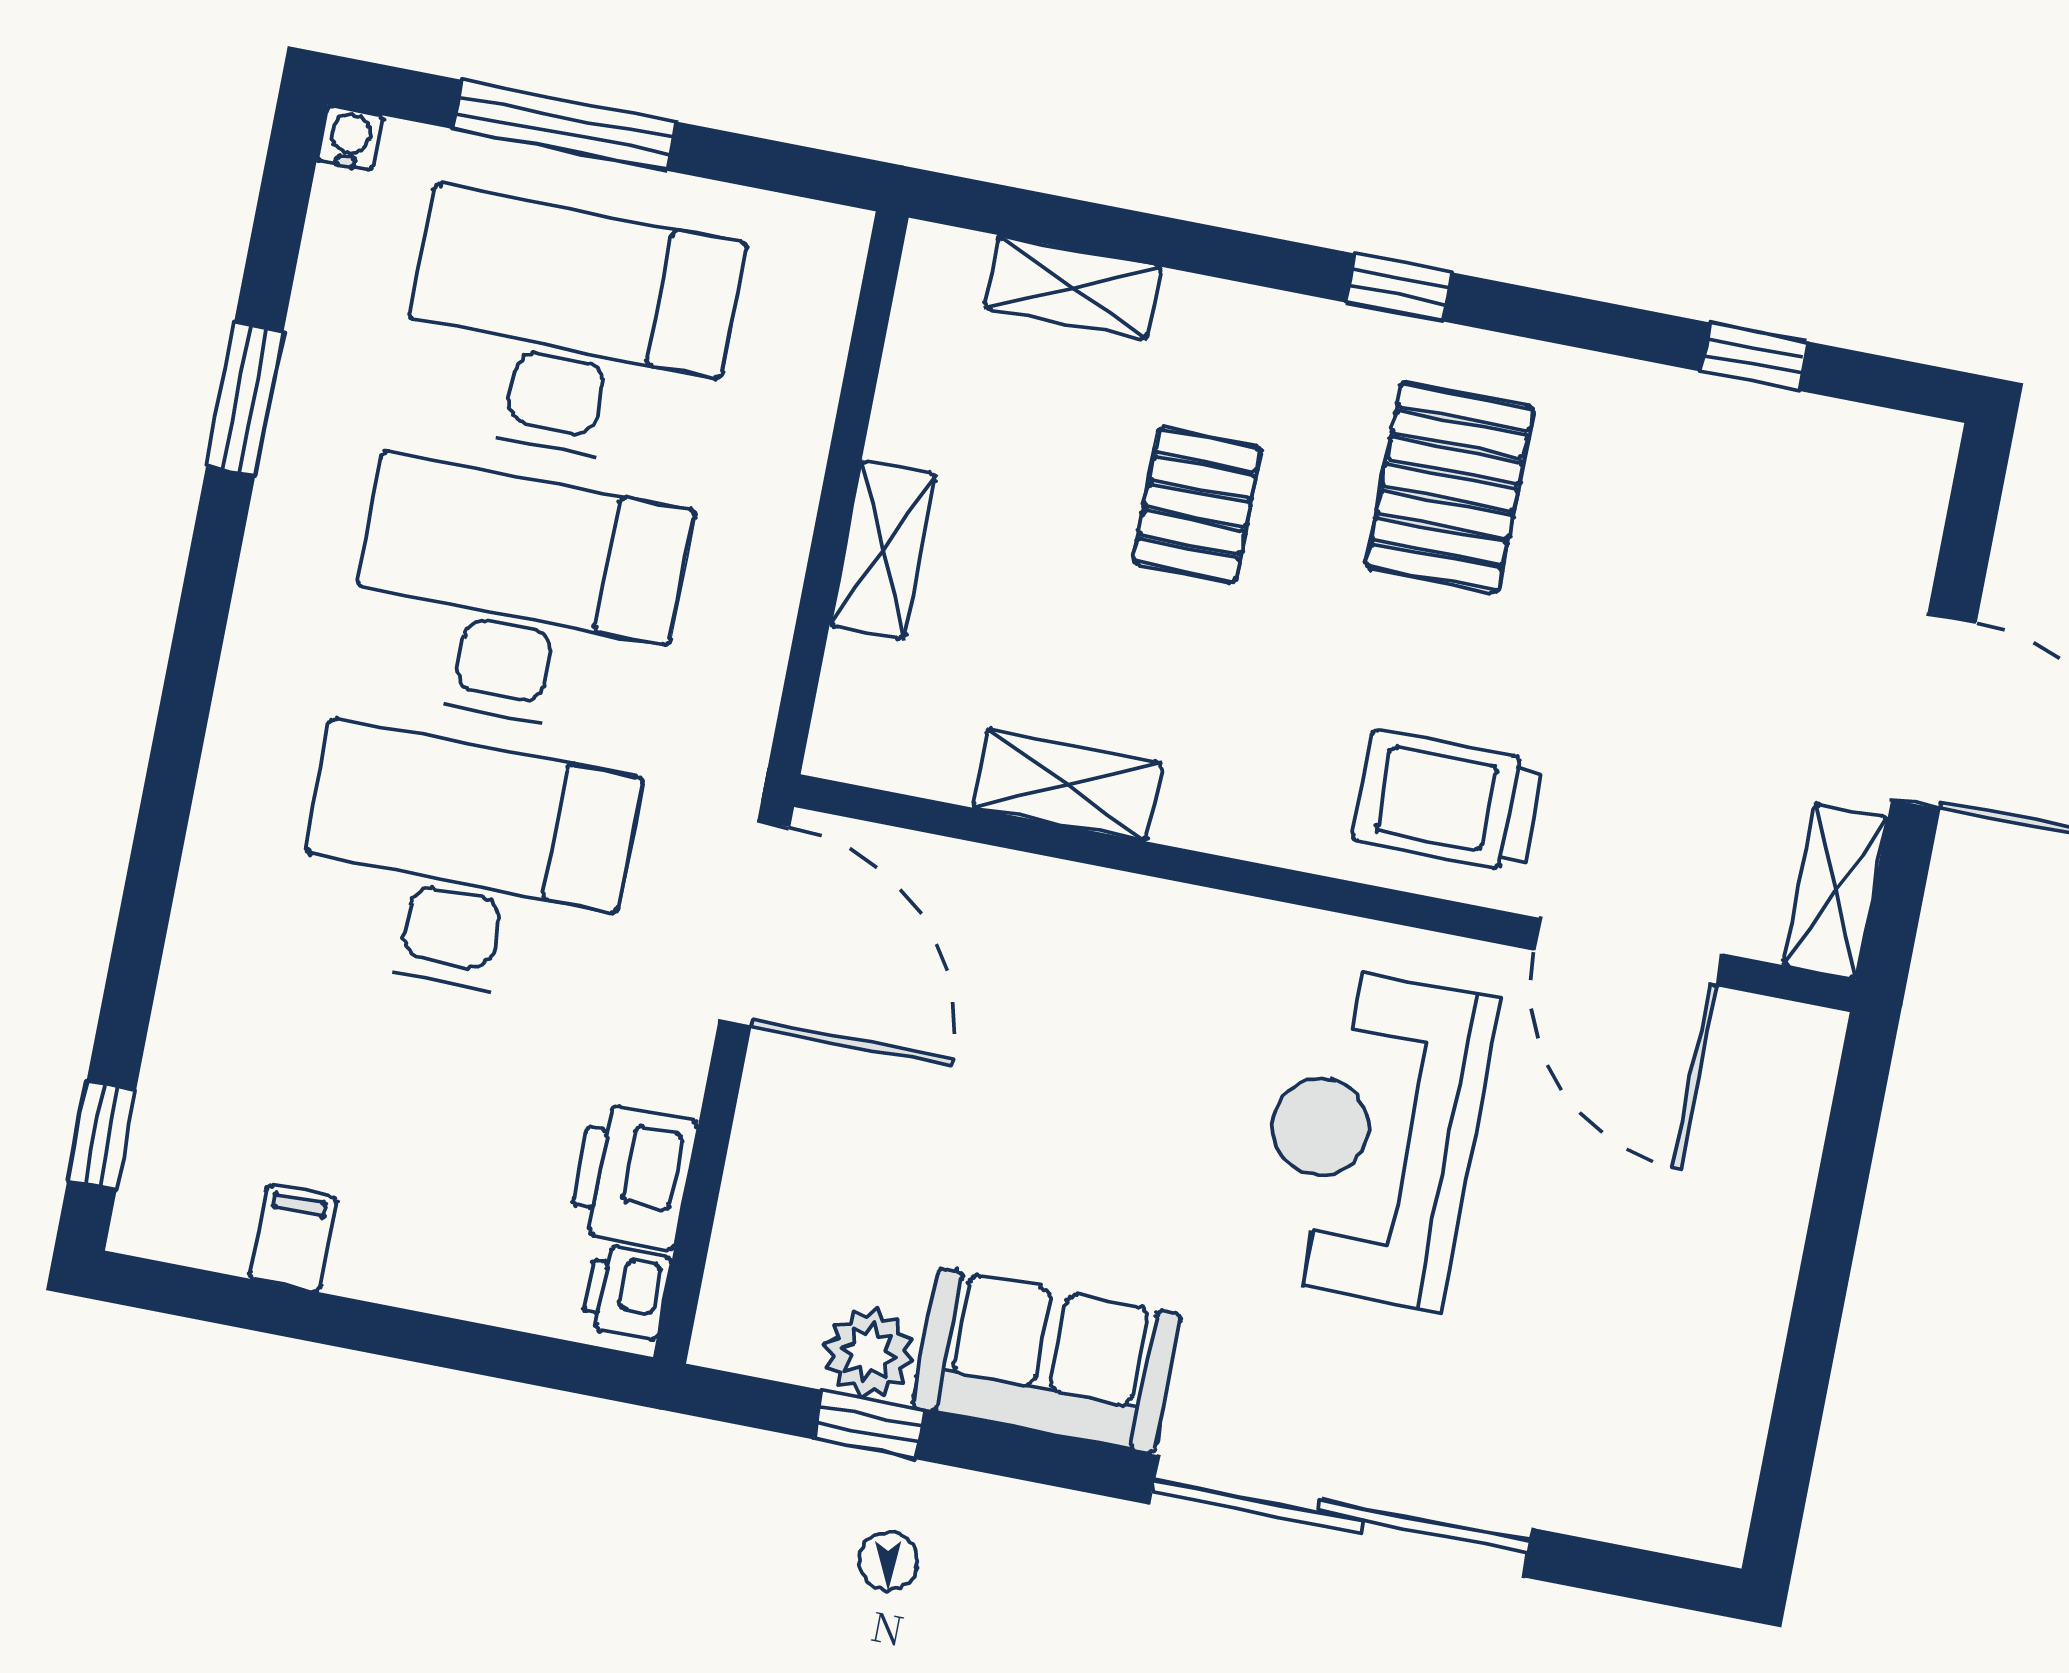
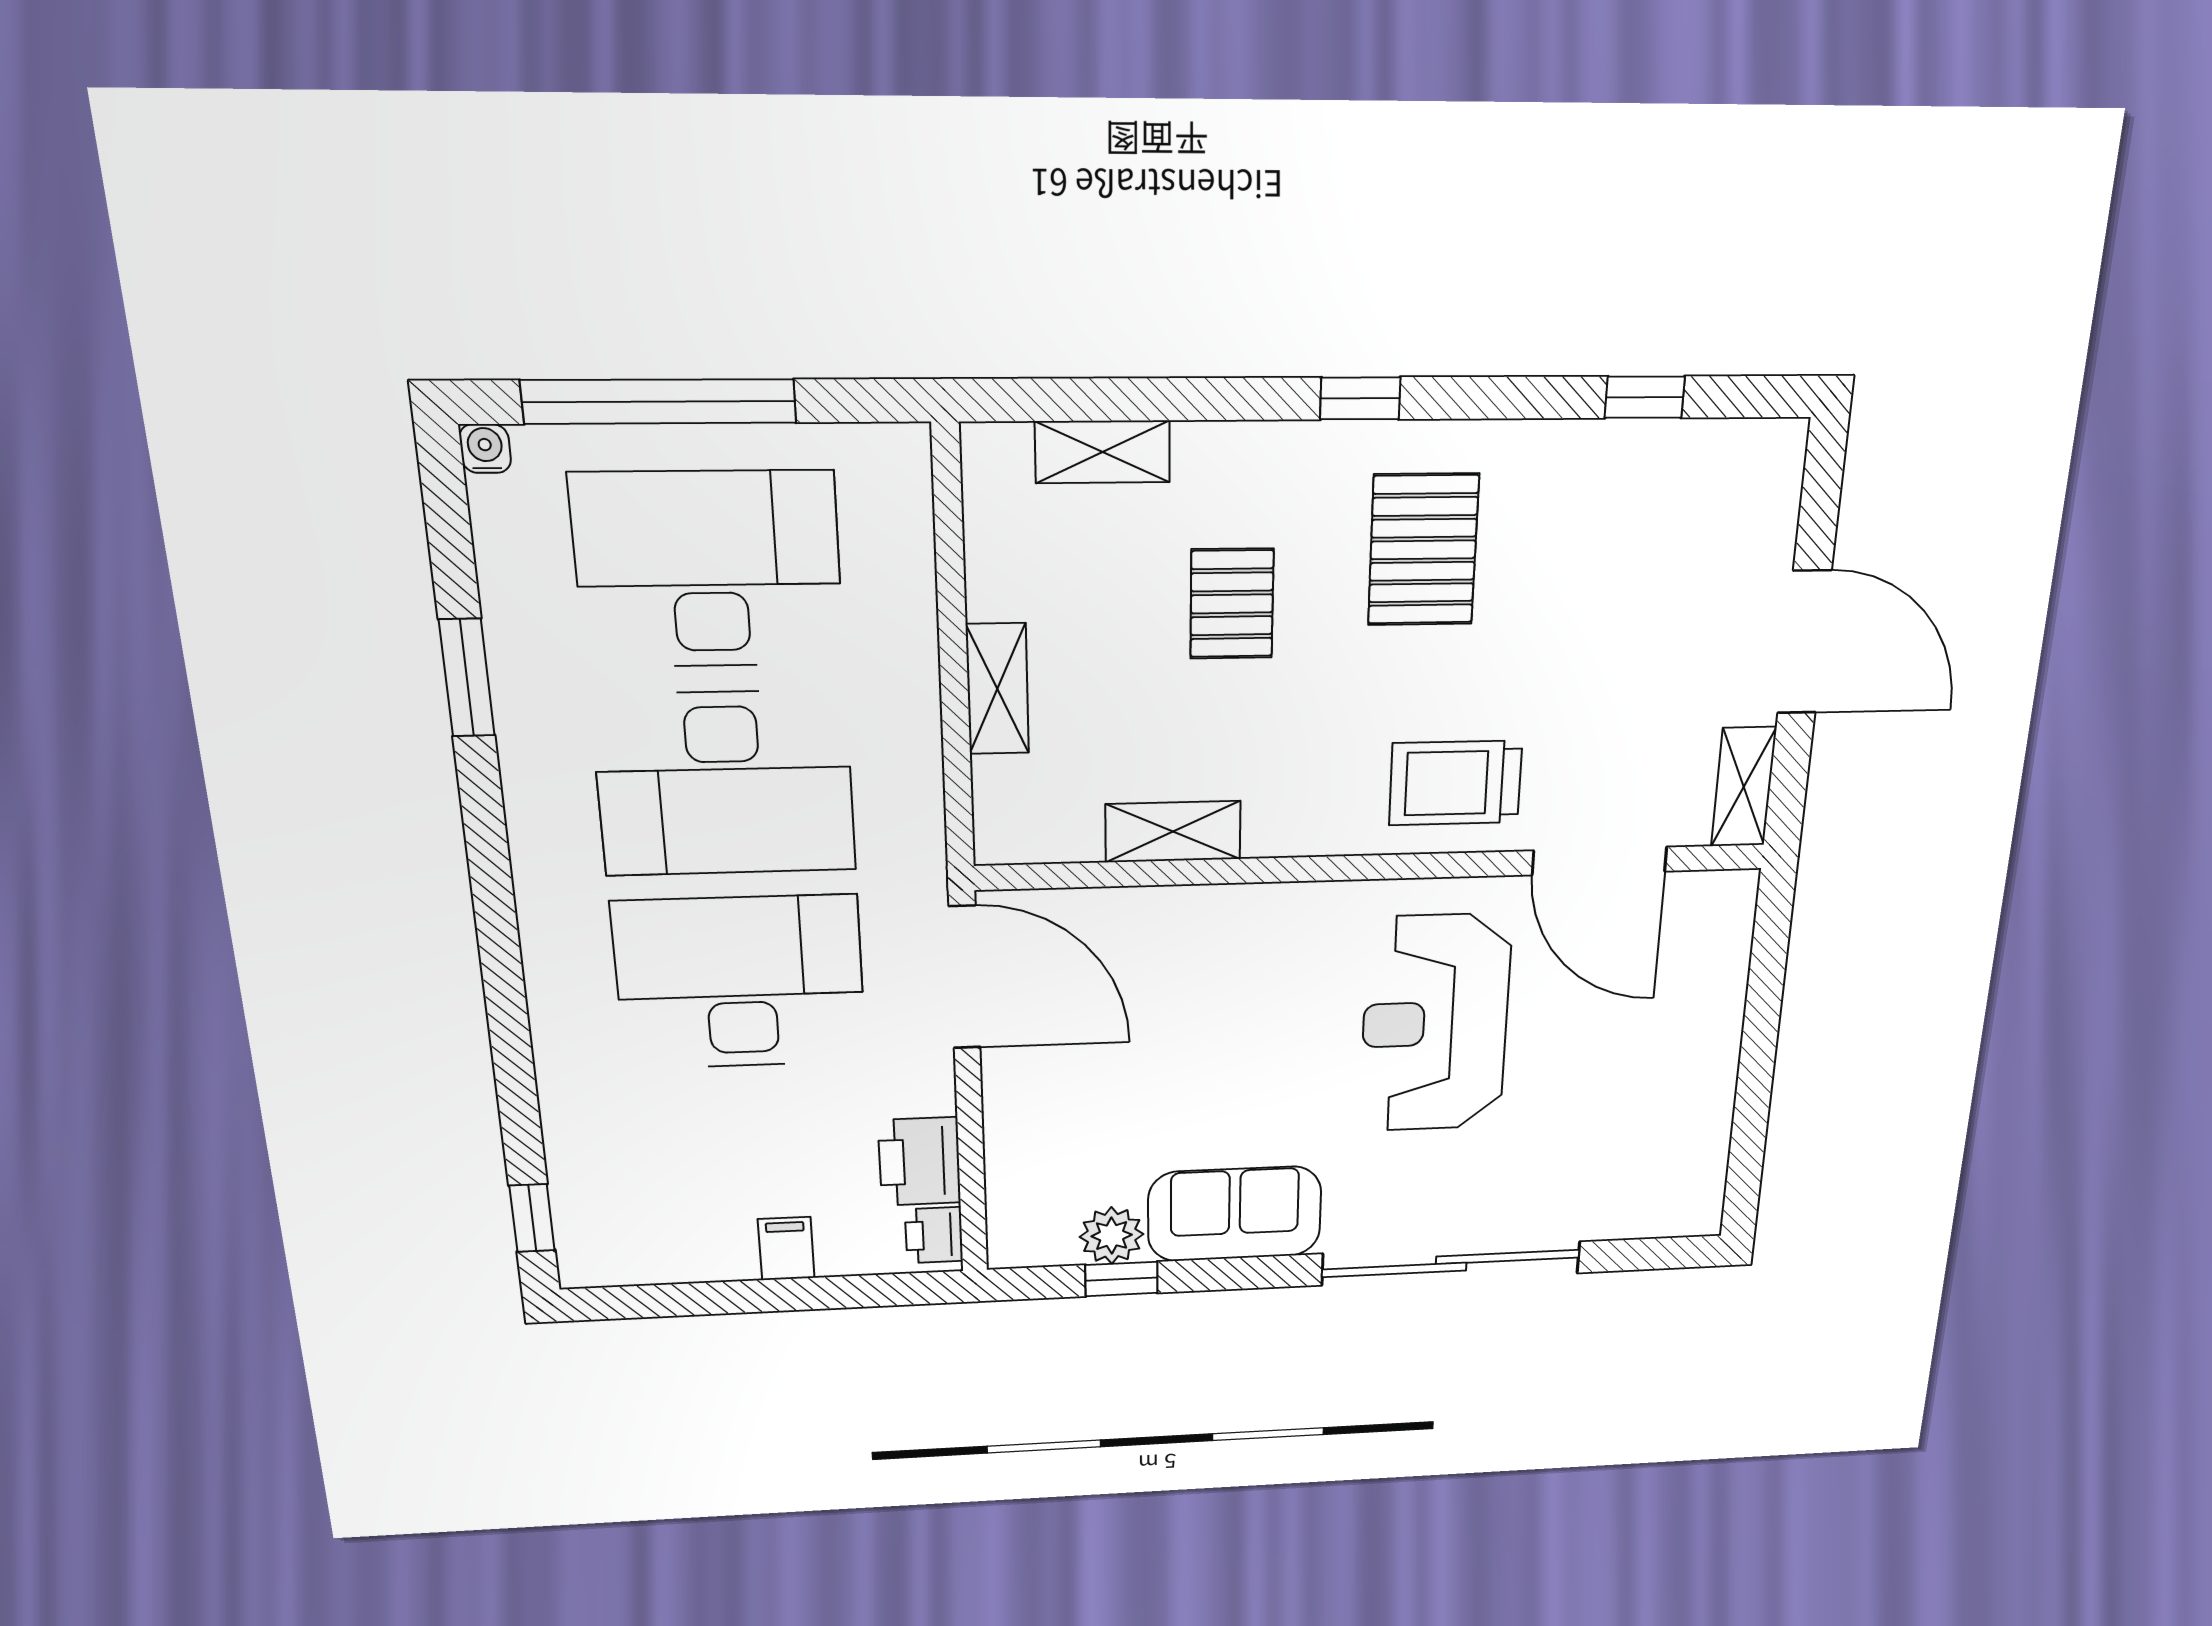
window: (565, 125) -> (659, 401), width x1.46
desk: (516, 597) -> (725, 784), turned 180
filing cabinet: (293, 1238) -> (786, 1249), moved

